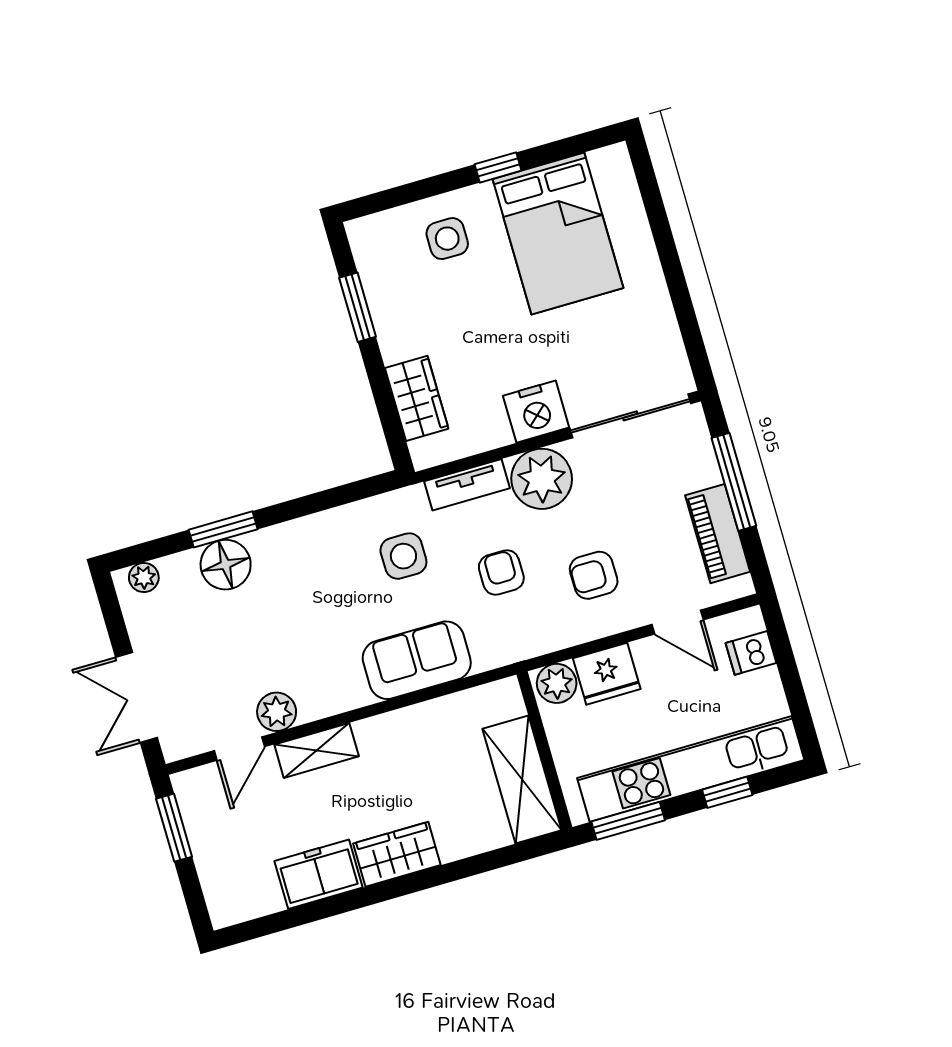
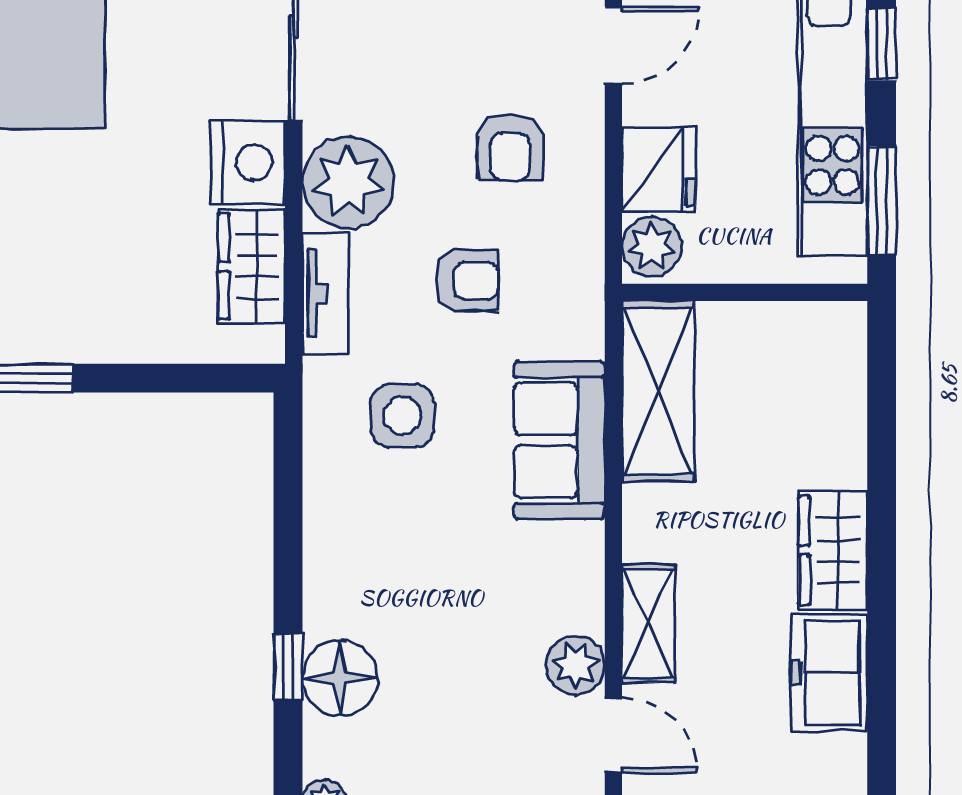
wardrobe: (417, 398) -> (252, 266), moved, turned -90
window: (223, 529) -> (288, 667), width x0.67
armchair: (501, 573) -> (467, 280), turned 180
shelving: (522, 780) -> (658, 391), moved, turned 90

